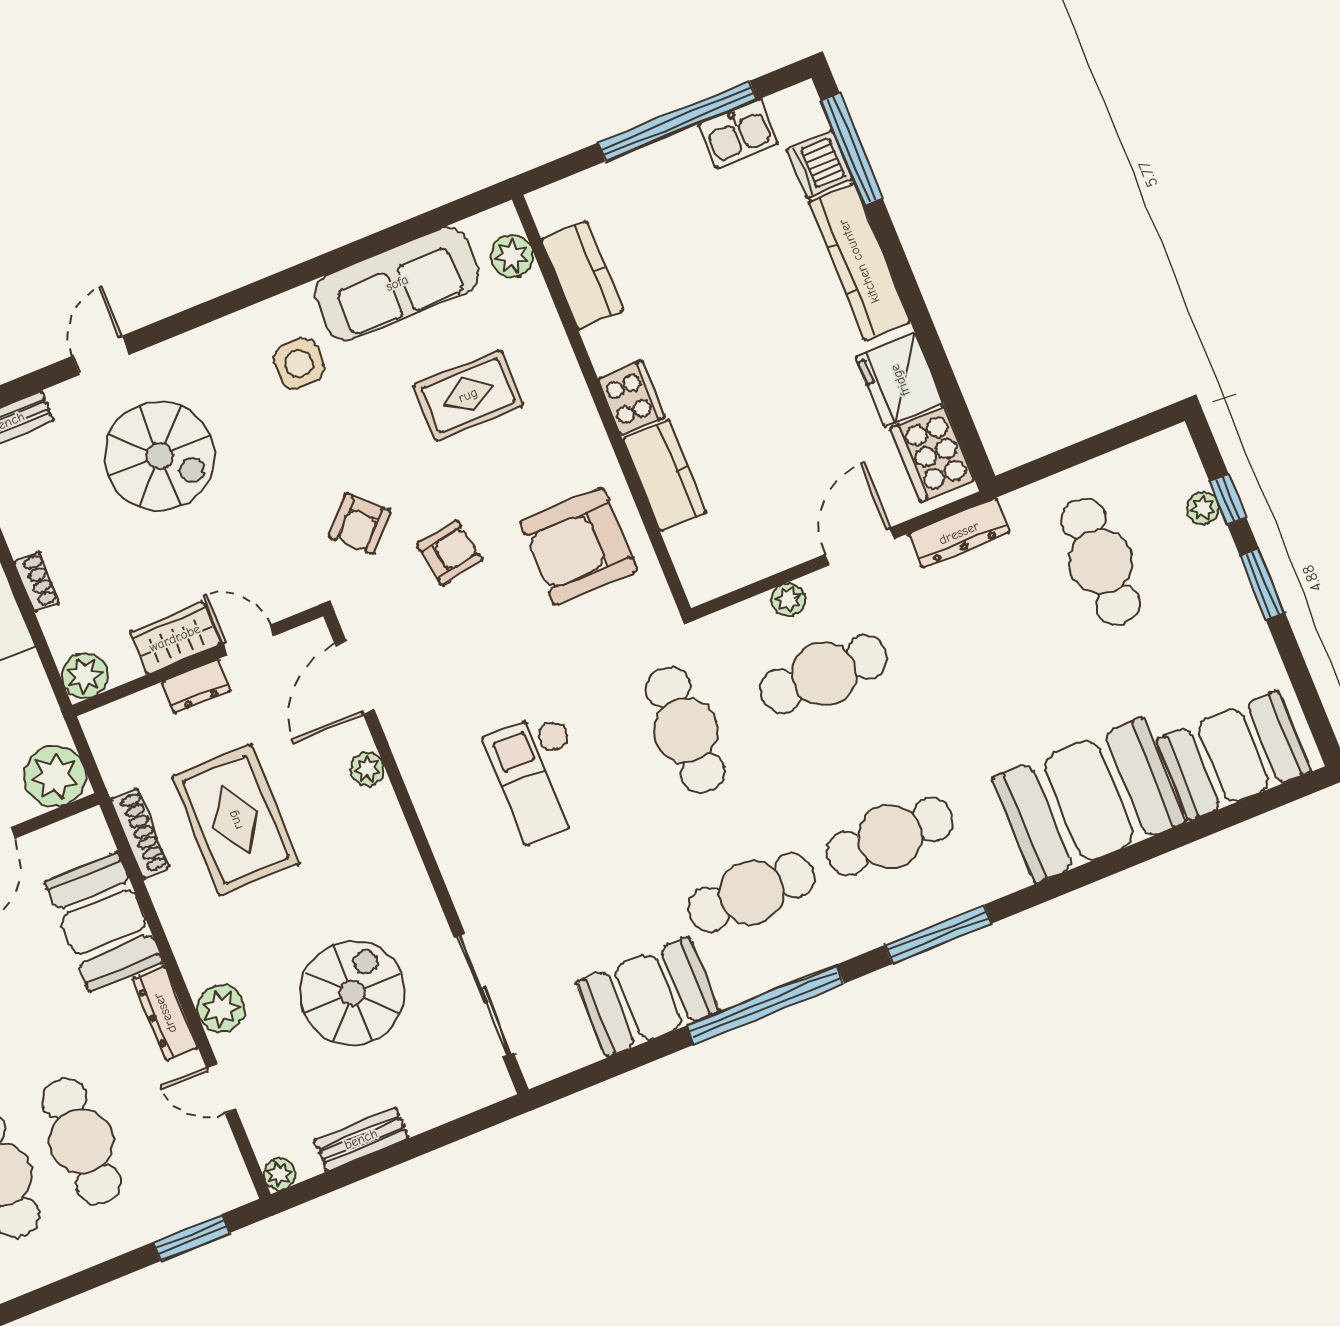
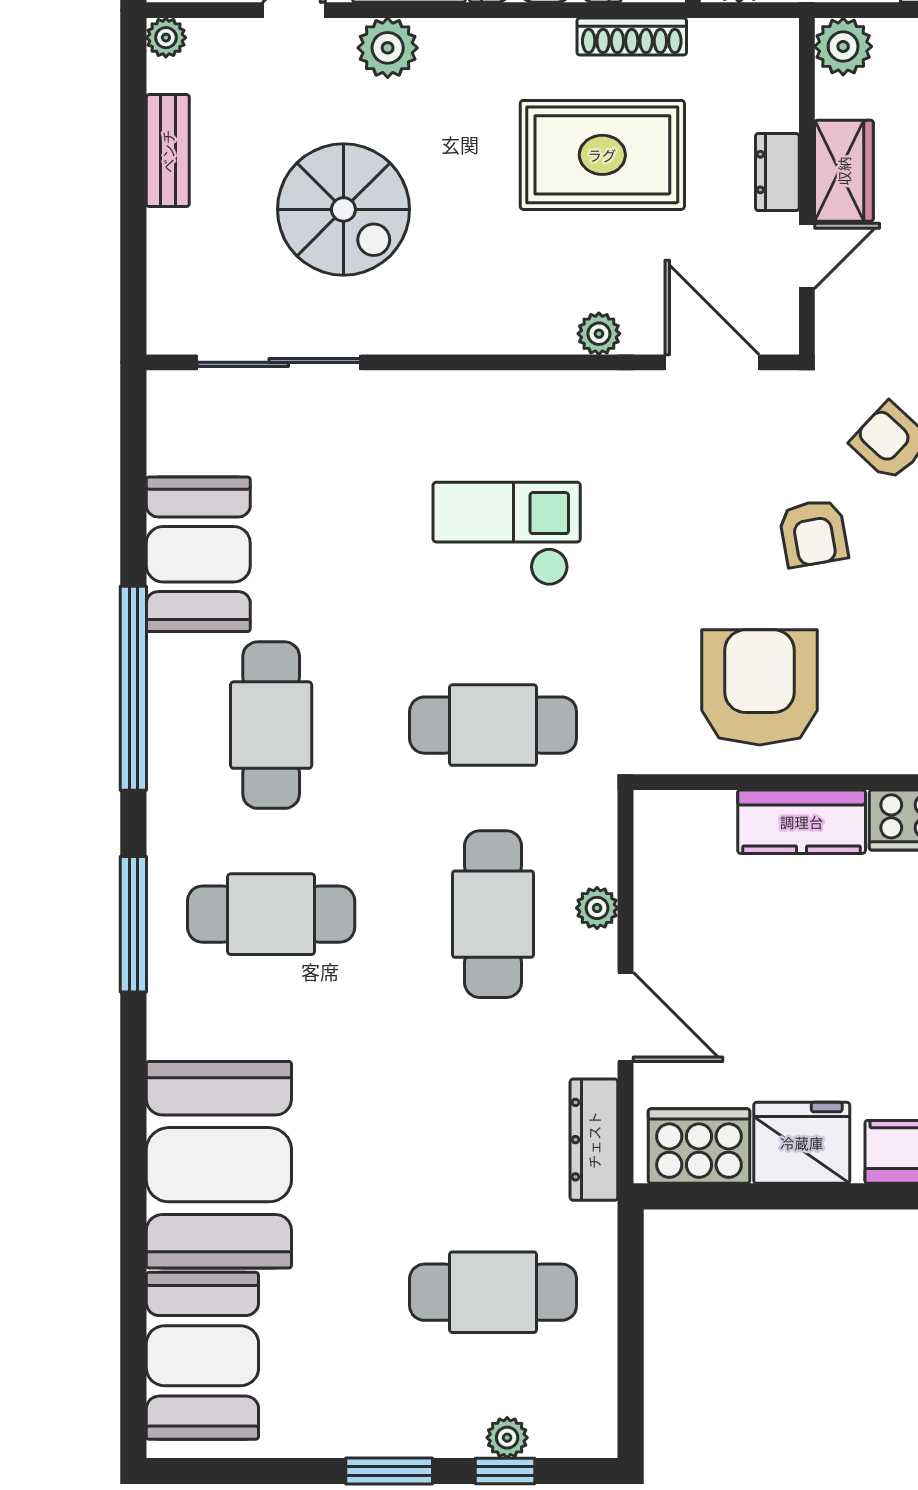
cafe table: (890, 836) -> (271, 914), turned 90

